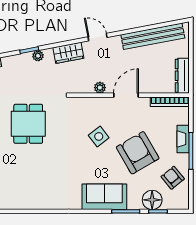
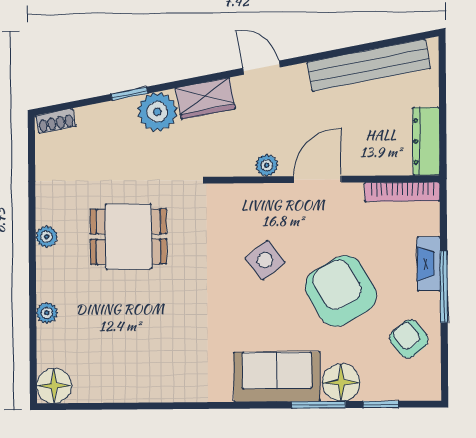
plant: (38, 56) -> (157, 112), width x1.88, depth x1.88
dining table: (28, 124) -> (128, 237), turned 90
floor lamp: (152, 200) -> (341, 382), moved

